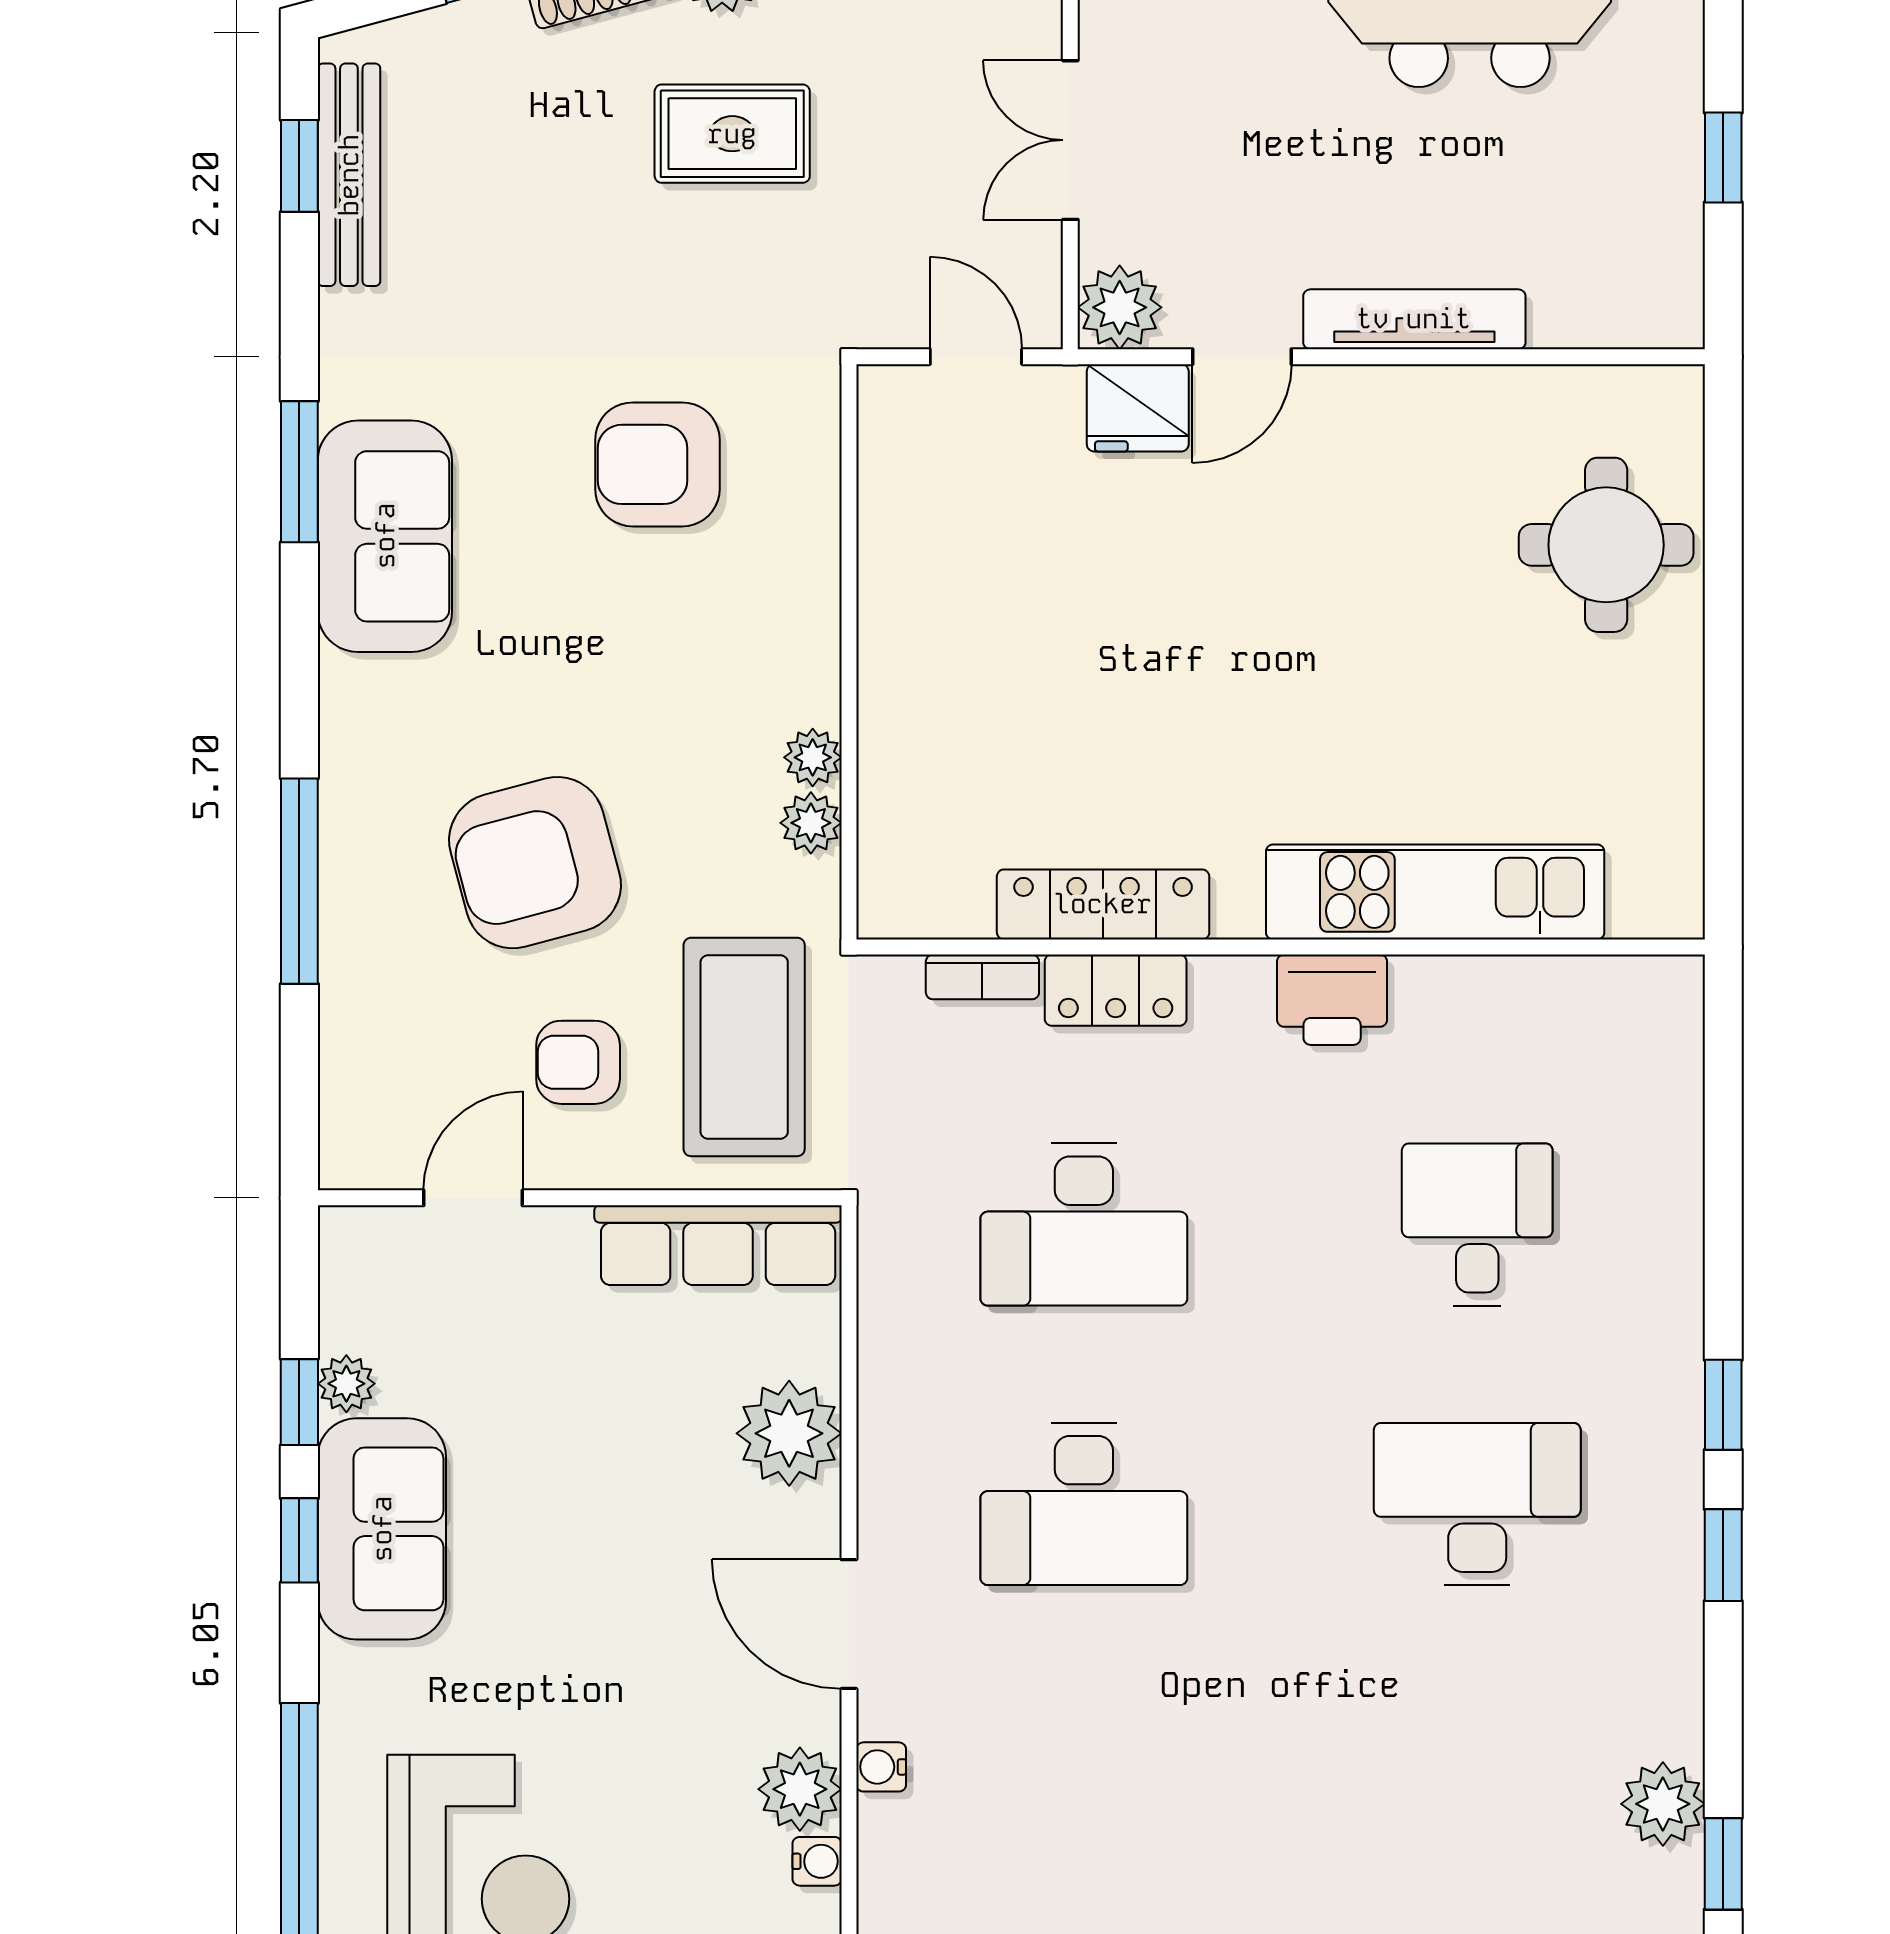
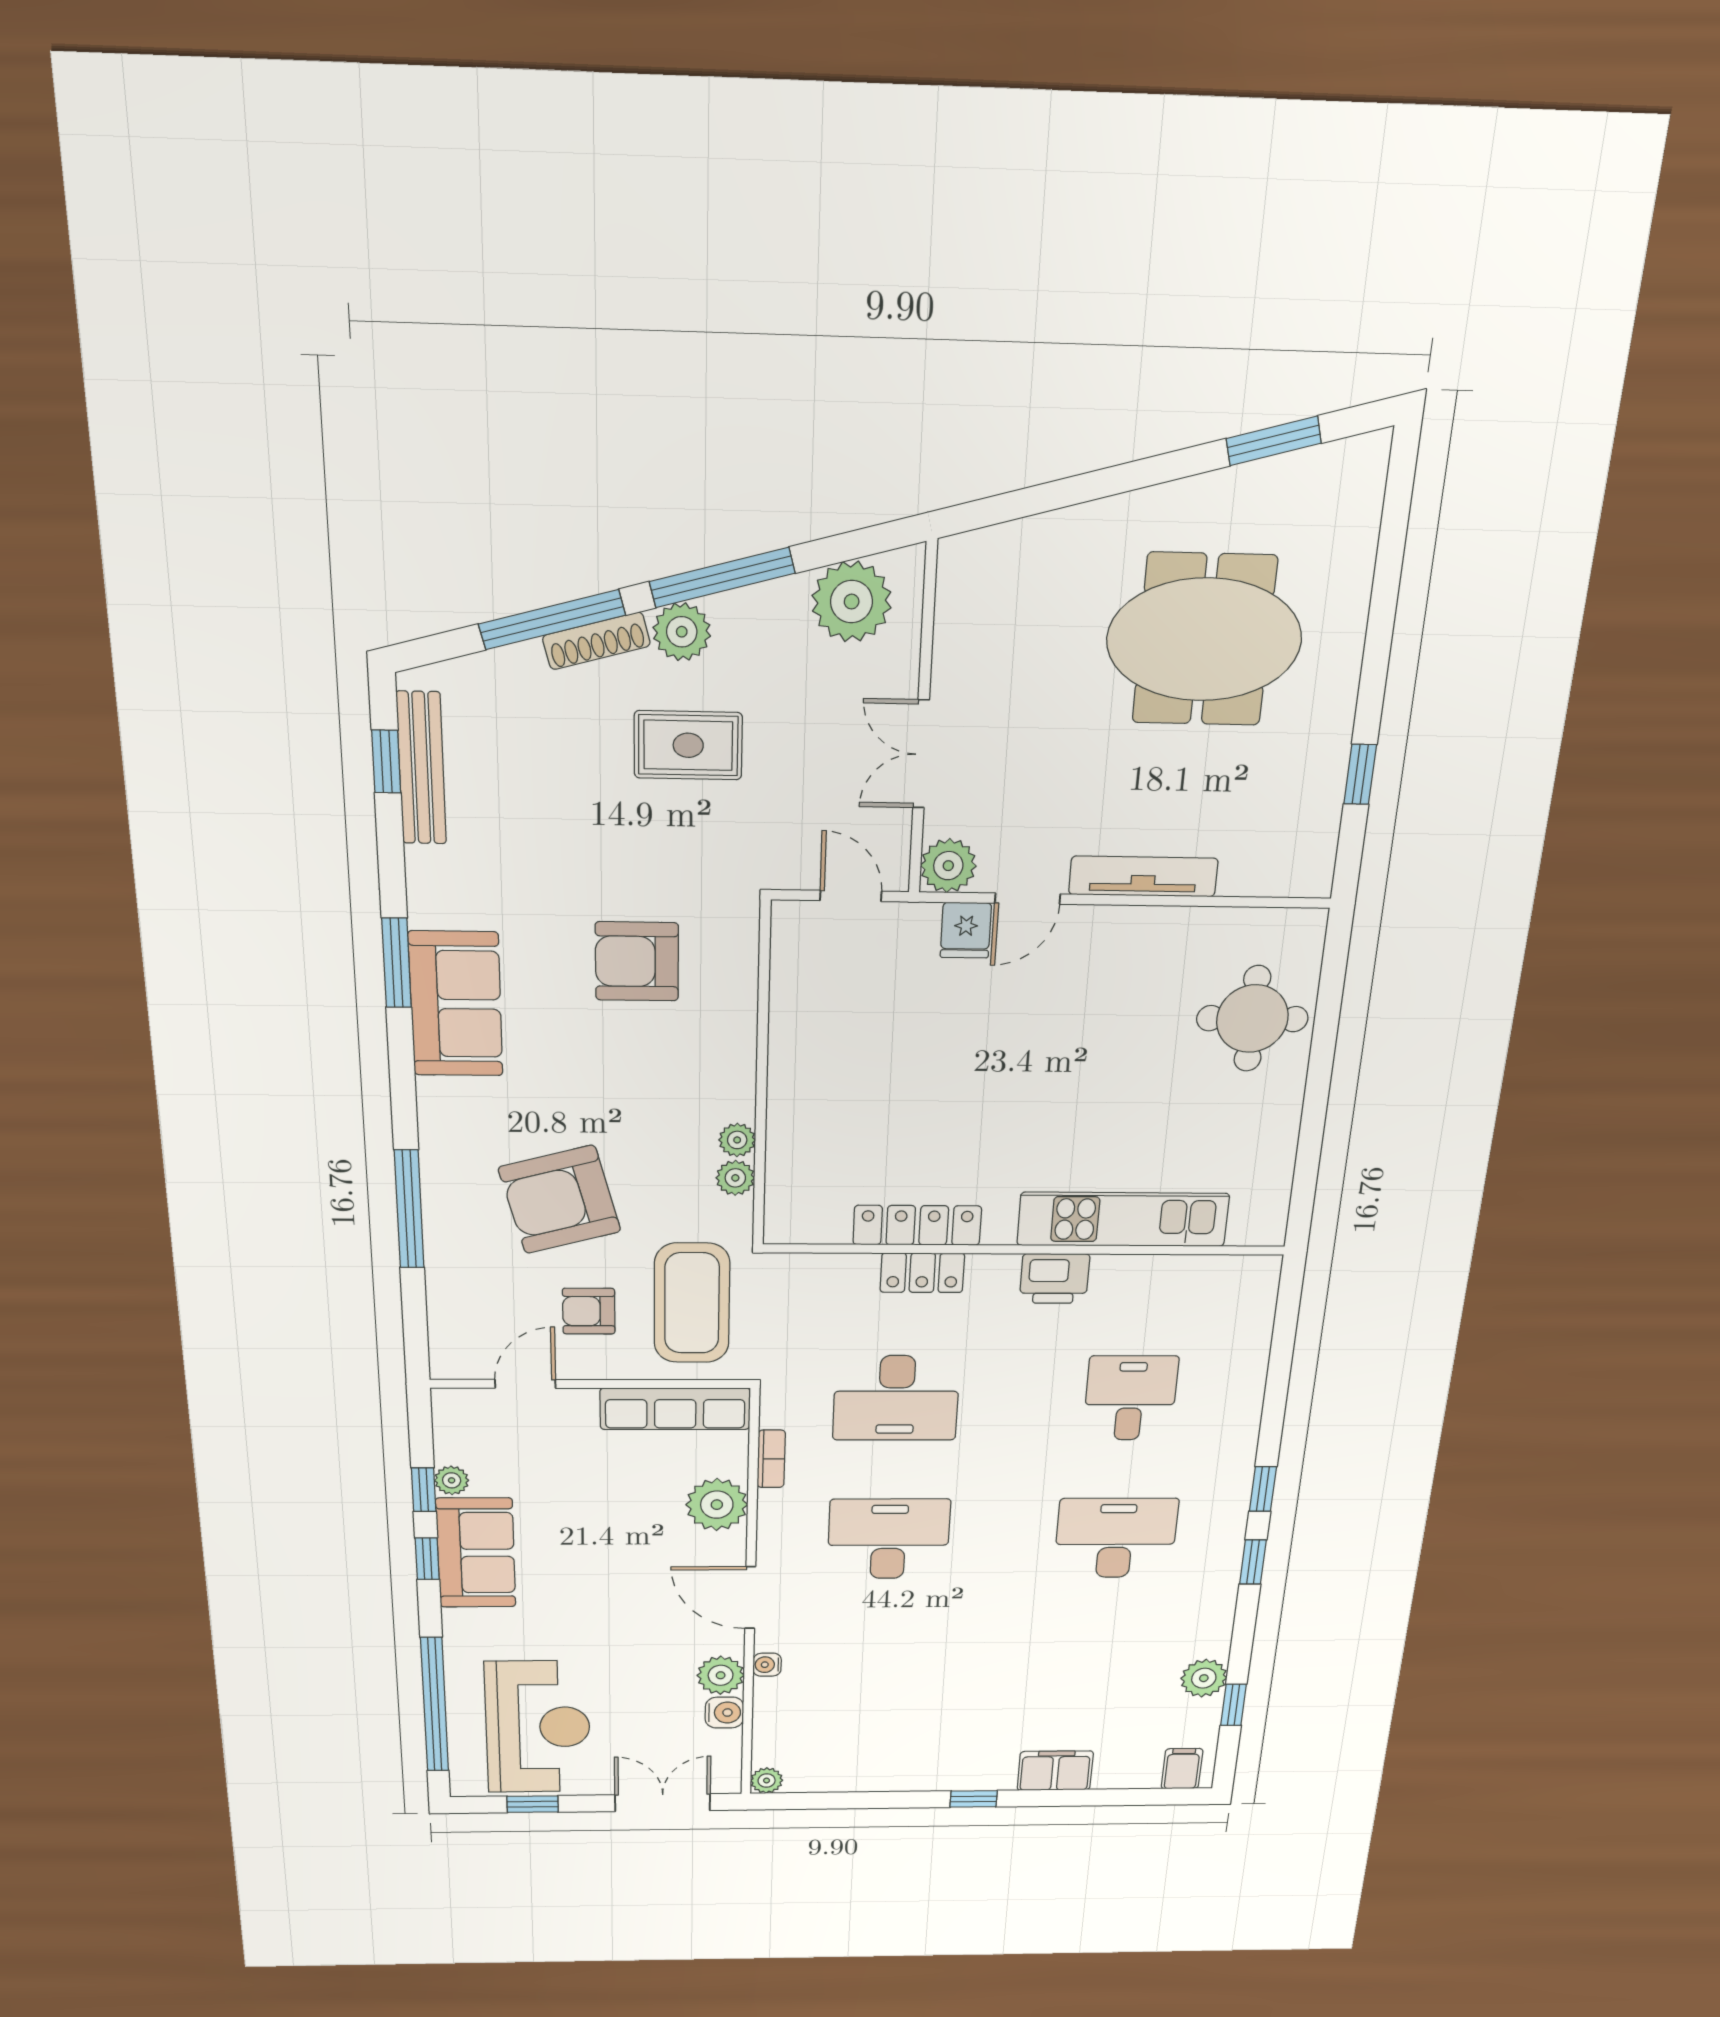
fridge: (1138, 408) -> (966, 930), width x0.72
bookcase: (982, 977) -> (771, 1459), moved, turned -90
desk: (1084, 1504) -> (889, 1539), turned 180
water cooler: (817, 1861) -> (724, 1713), width x1.38, depth x1.38

